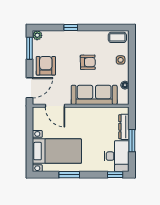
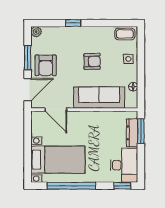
window: (29, 48) -> (28, 58), moved
armchair: (46, 66) -> (46, 65), turned 180
window: (132, 141) -> (141, 131), moved
window: (69, 175) -> (71, 186), width x2.11

